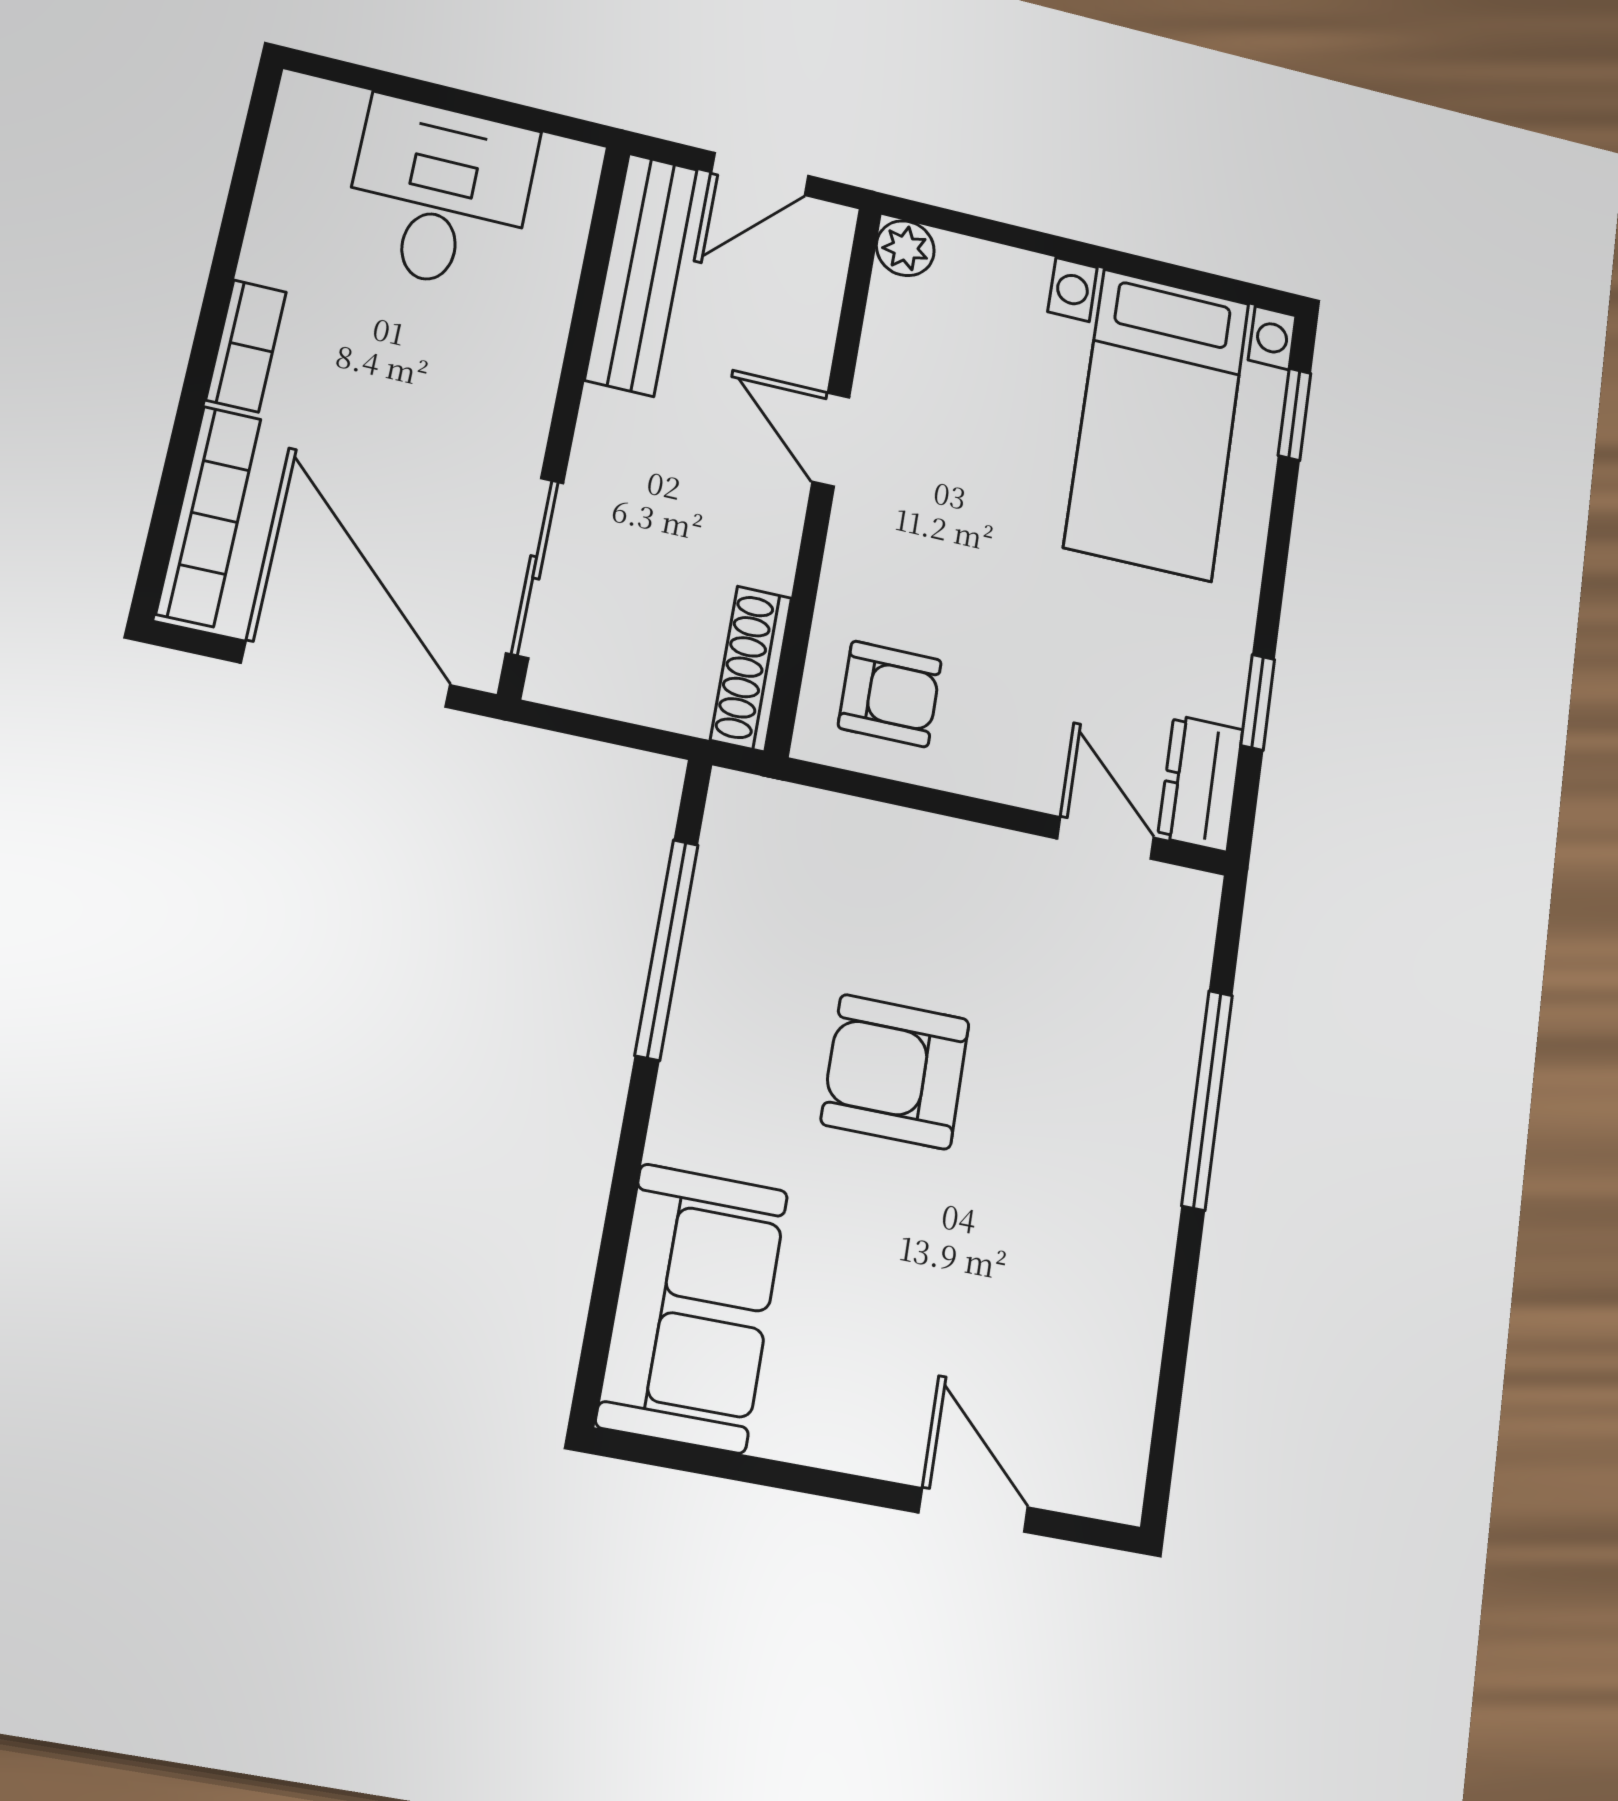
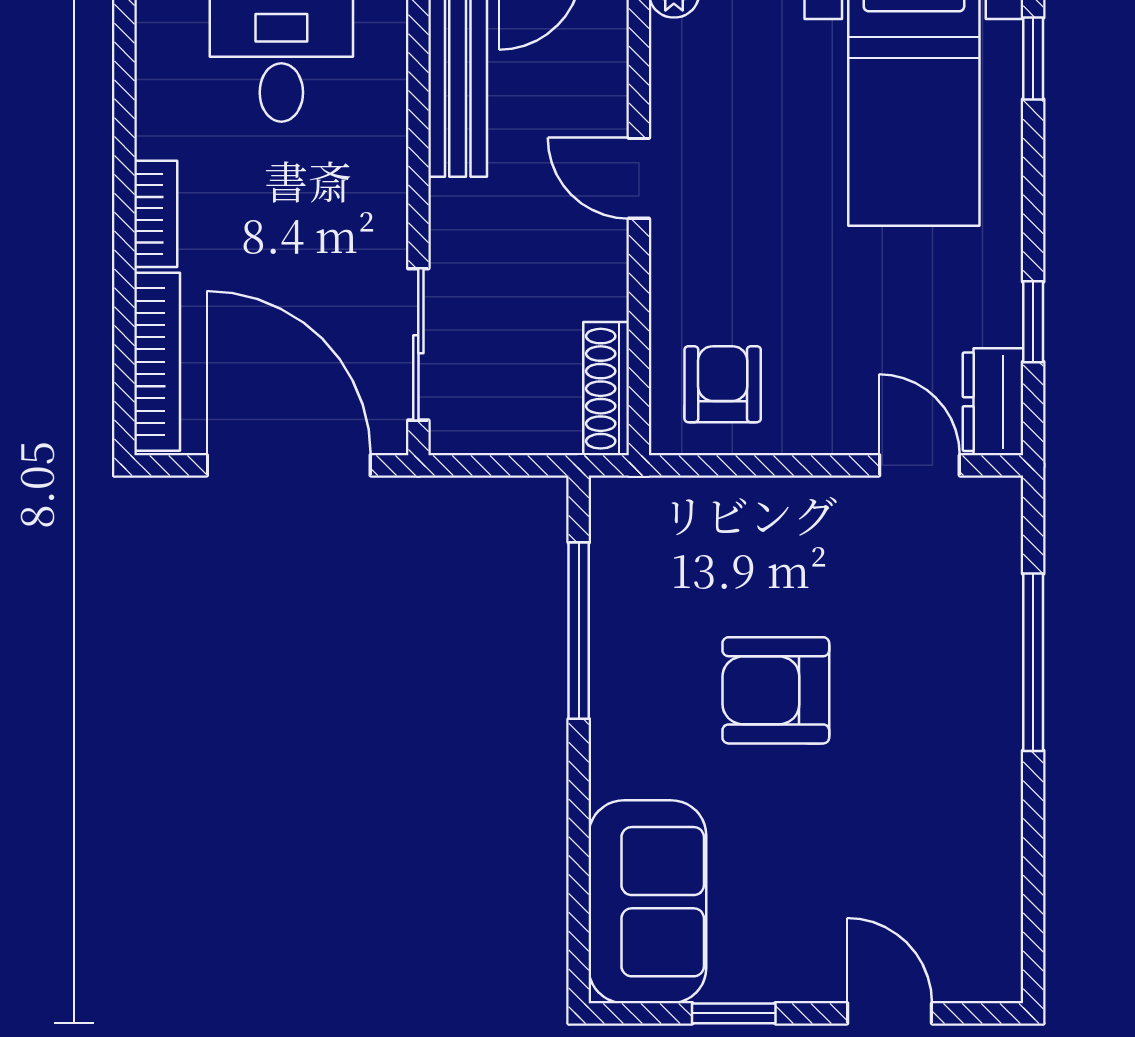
armchair: (890, 694) -> (723, 384), turned -90
window: (778, 1474) -> (734, 1013), added

